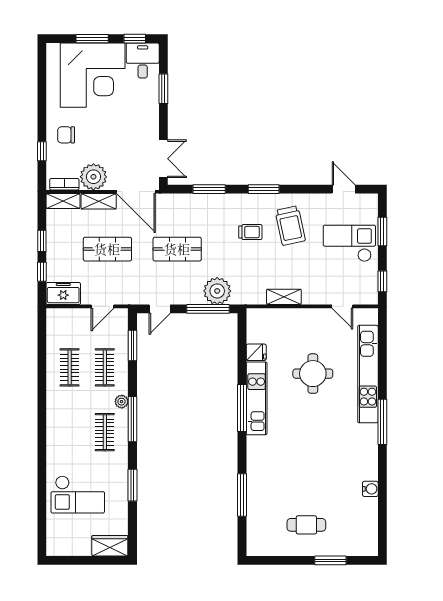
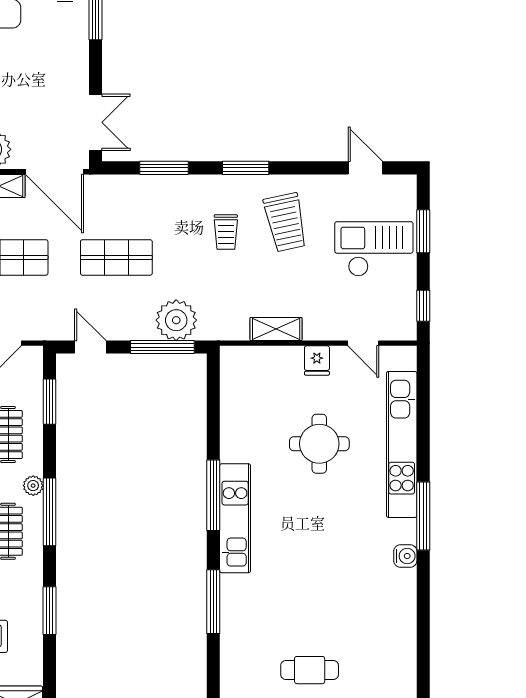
trolley: (250, 232) -> (226, 232), turned 90
door: (160, 309) -> (90, 347), swing flipped
fridge: (256, 352) -> (317, 361), moved, turned 90
kitchen unit: (257, 398) -> (235, 518), moved
water cooler: (370, 489) -> (405, 556), moved
window: (242, 495) -> (213, 602), moved

